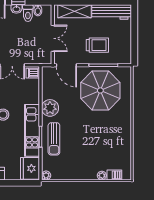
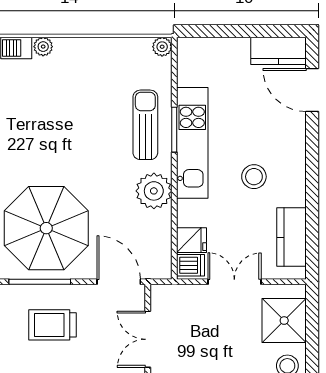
fridge: (30, 168) -> (192, 240), moved, width x0.53, depth x0.75

